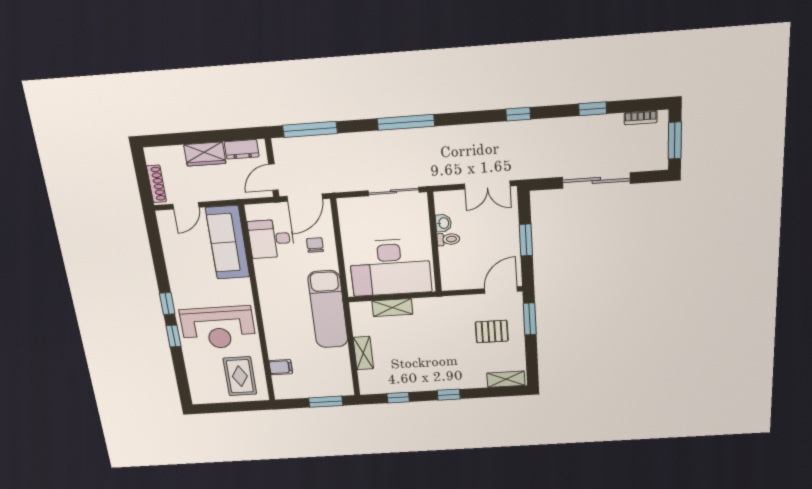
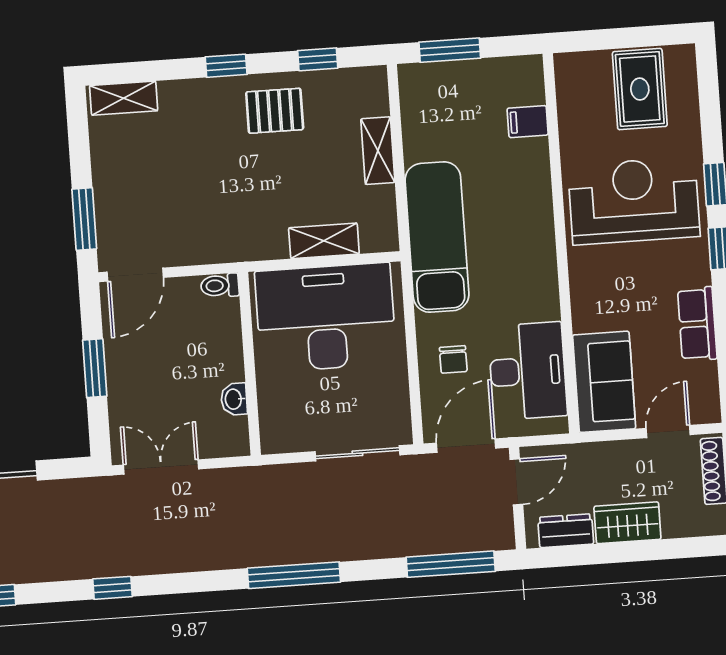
sliding door: (393, 191) -> (357, 453), moved
desk: (271, 239) -> (528, 371), width x1.37
toilet: (448, 239) -> (220, 285), moved
sofa: (228, 243) -> (604, 382), width x0.73
row of seats: (175, 264) -> (697, 324), added
pallet: (492, 331) -> (275, 111), moved
rug: (240, 376) -> (640, 89), moved

